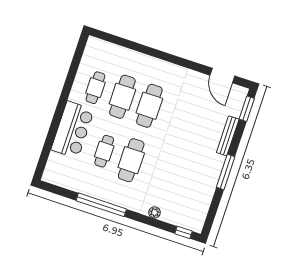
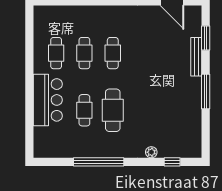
cafe table: (122, 97) -> (84, 53), width x0.73, depth x0.74
cafe table: (149, 106) -> (113, 53), width x0.73, depth x0.74
window: (247, 109) -> (206, 38), moved
window: (184, 232) -> (172, 162), moved

